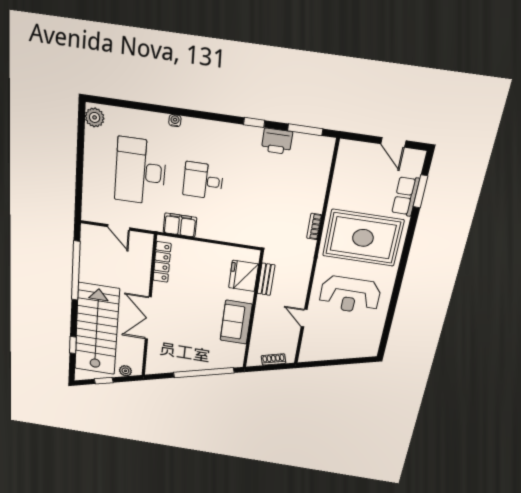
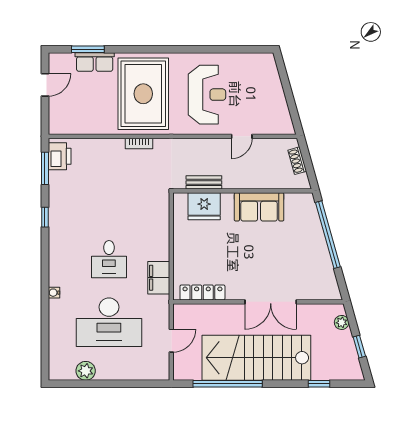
plant: (95, 117) -> (86, 371), moved
printer: (277, 141) -> (60, 156), moved
stairs: (97, 329) -> (256, 358), moved

